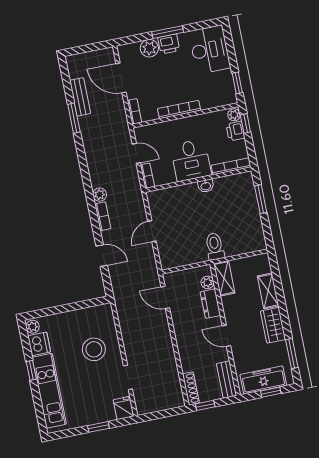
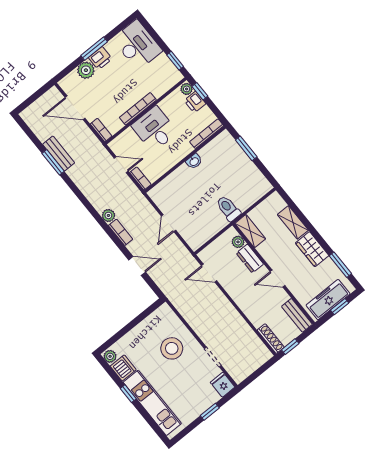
bench: (80, 97) -> (59, 154), moved
desk: (191, 160) -> (155, 129), moved, turned 180

